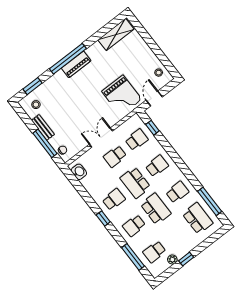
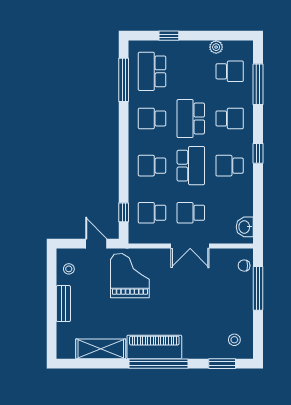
shelving: (116, 34) -> (101, 349), moved
piano: (76, 64) -> (154, 347), width x1.37, depth x1.33
door: (154, 98) -> (96, 244), swing flipped
bench: (43, 127) -> (63, 304), moved
school desk: (115, 156) -> (191, 213), turned 180
window: (186, 259) -> (169, 36), moved

